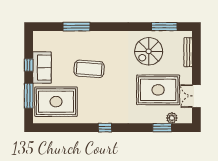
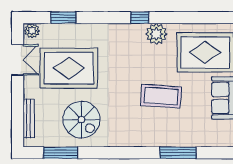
spiral stairs: (149, 51) -> (81, 120), turned 90
plant: (93, 115) -> (156, 34), added
plant: (172, 118) -> (32, 31), moved

